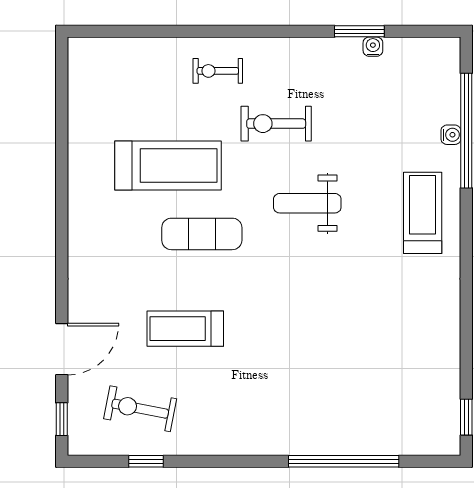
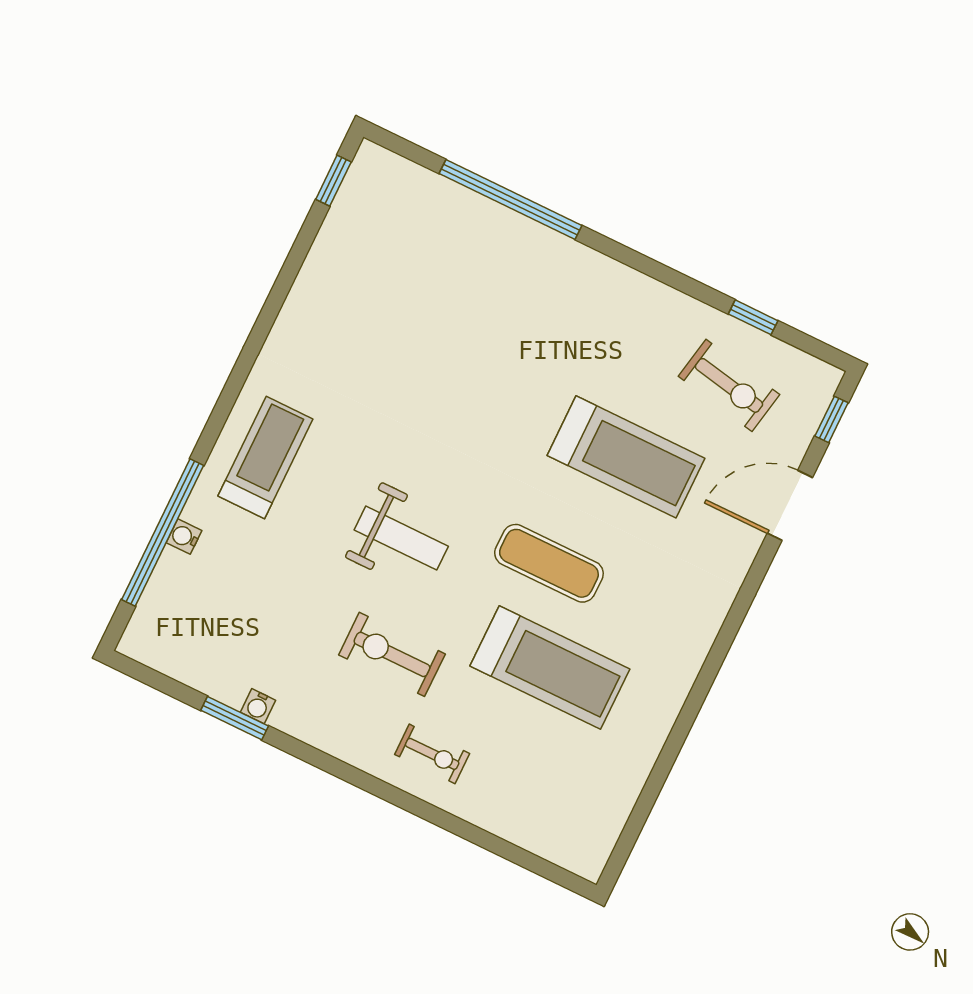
water cooler: (373, 47) -> (258, 706), moved
exercise bike: (276, 124) -> (392, 654), turned 180
treadmill: (168, 165) -> (550, 668), turned 180
treadmill: (423, 213) -> (265, 457), turned 180
treadmill: (185, 329) -> (626, 457), width x1.37, depth x1.37

